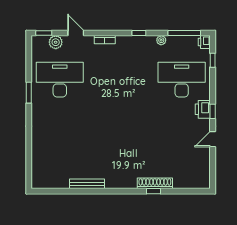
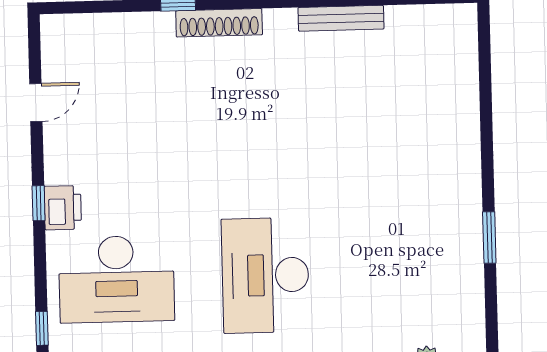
desk: (60, 80) -> (265, 275), moved, turned 90
door: (213, 139) -> (36, 103), moved
shoe rack: (155, 183) -> (219, 23), moved

